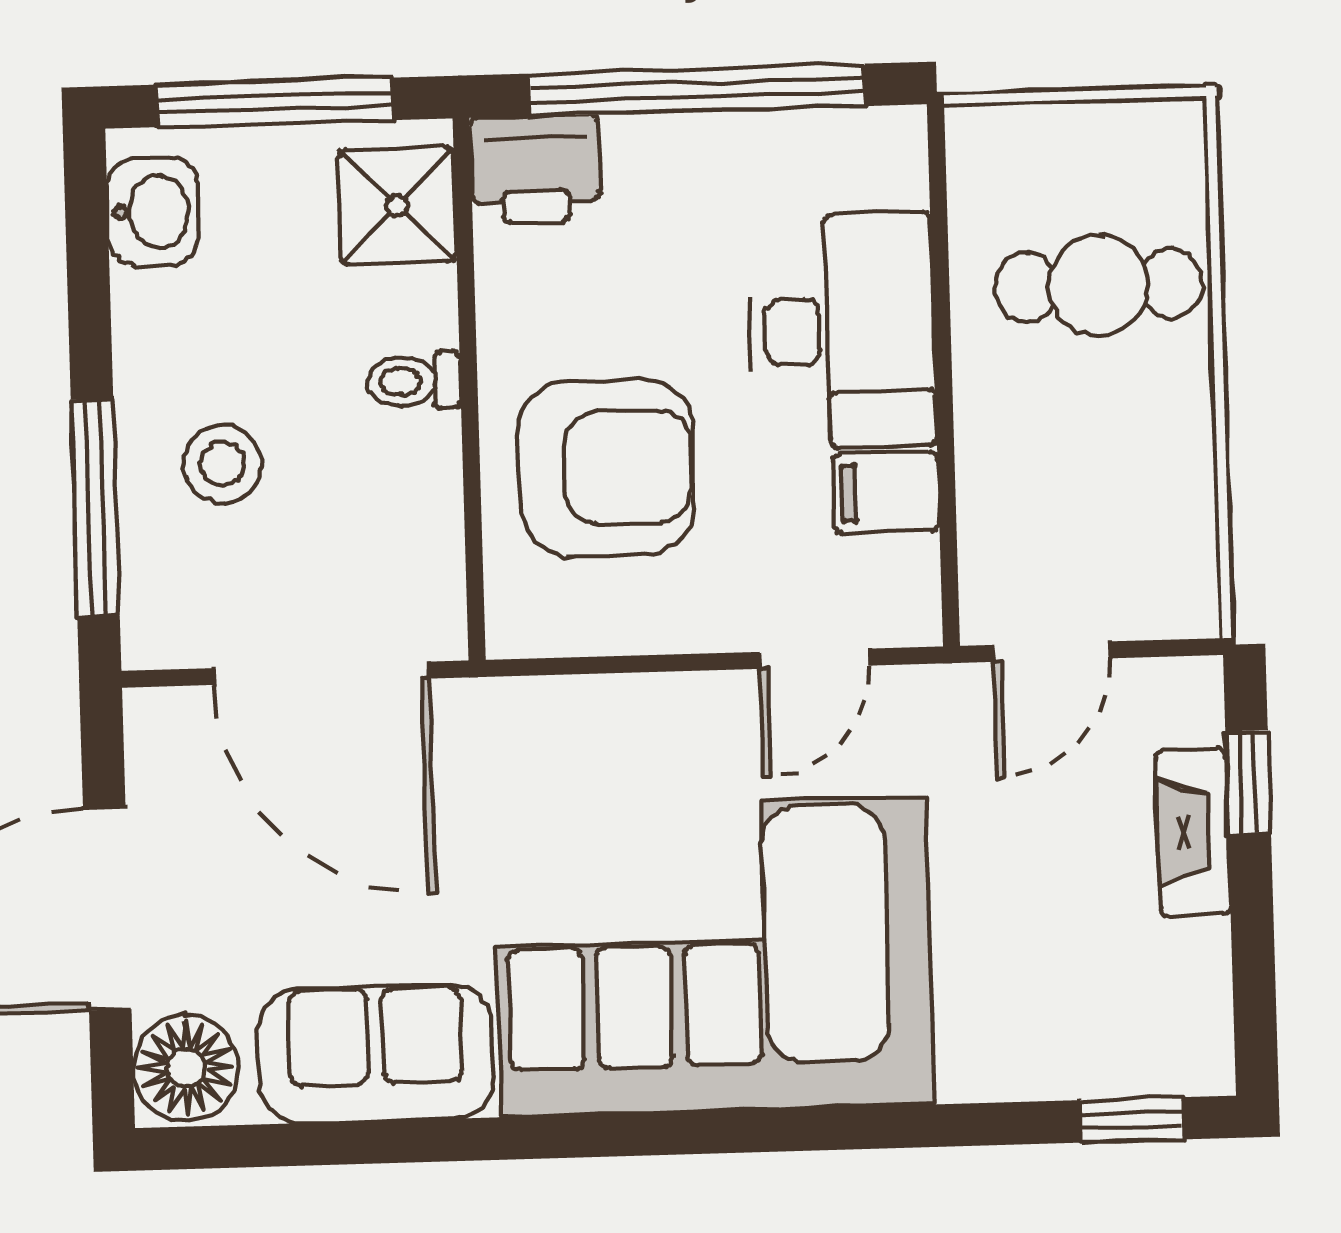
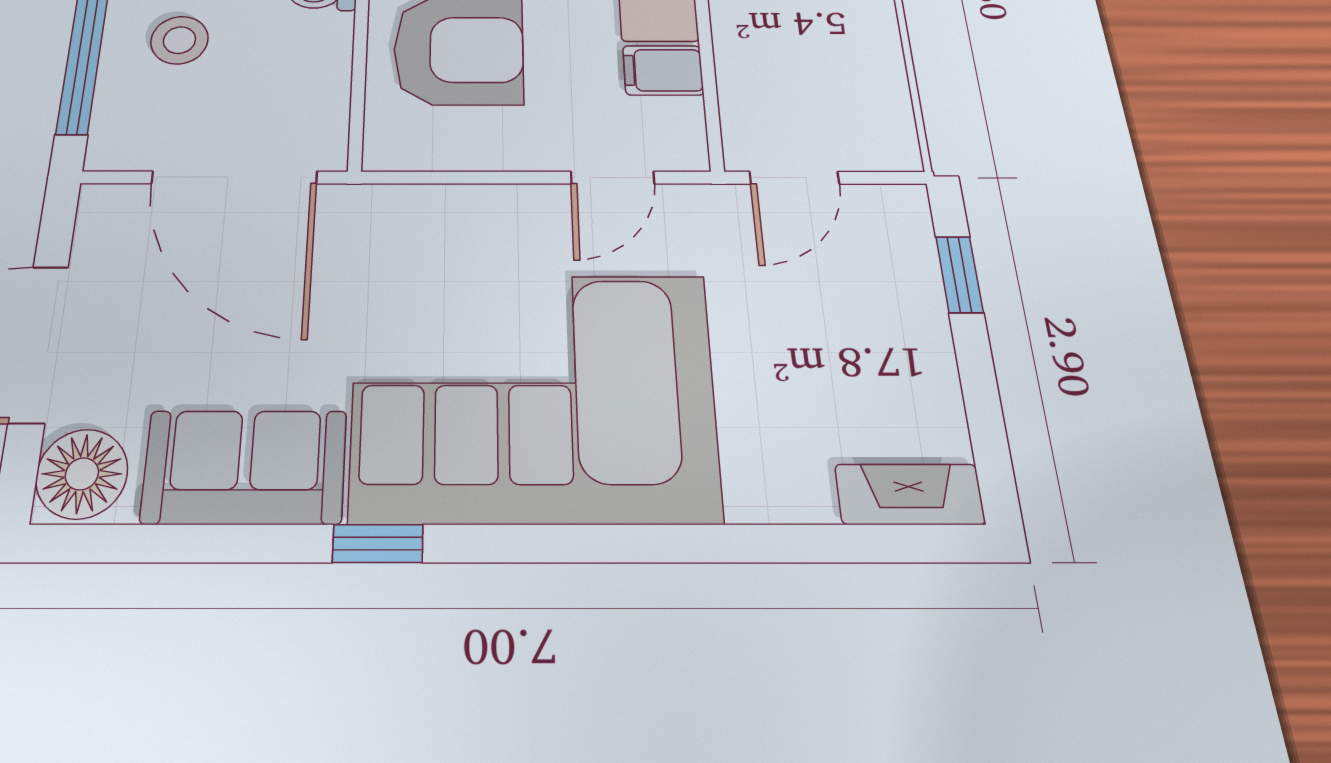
fireplace: (1193, 832) -> (910, 494), moved, turned 90
window: (1132, 1120) -> (378, 543), moved

